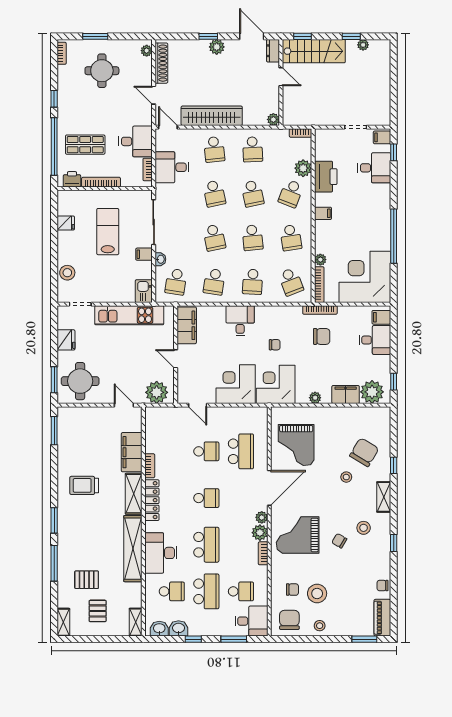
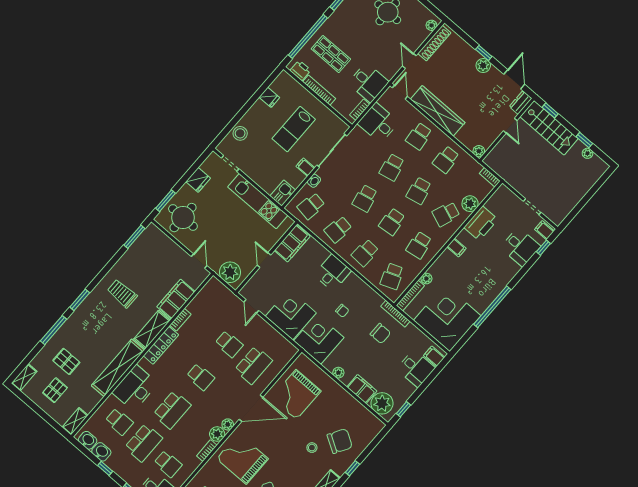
lab bench: (108, 232) -> (294, 129), turned 180

